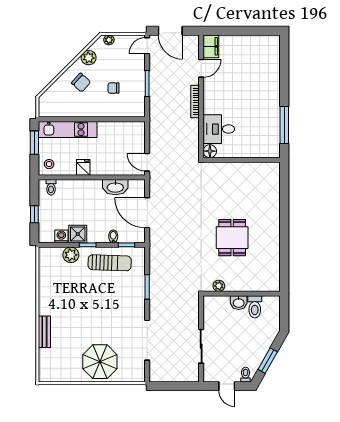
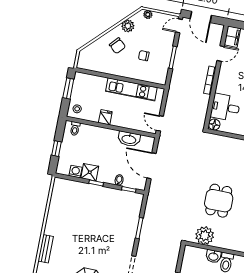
kitchen unit: (68, 130) -> (131, 89), moved
plant: (71, 255) -> (80, 189), removed
sun lounger: (110, 263) -> (112, 202), removed
plant: (219, 286) -> (205, 236), width x1.88, depth x1.88

